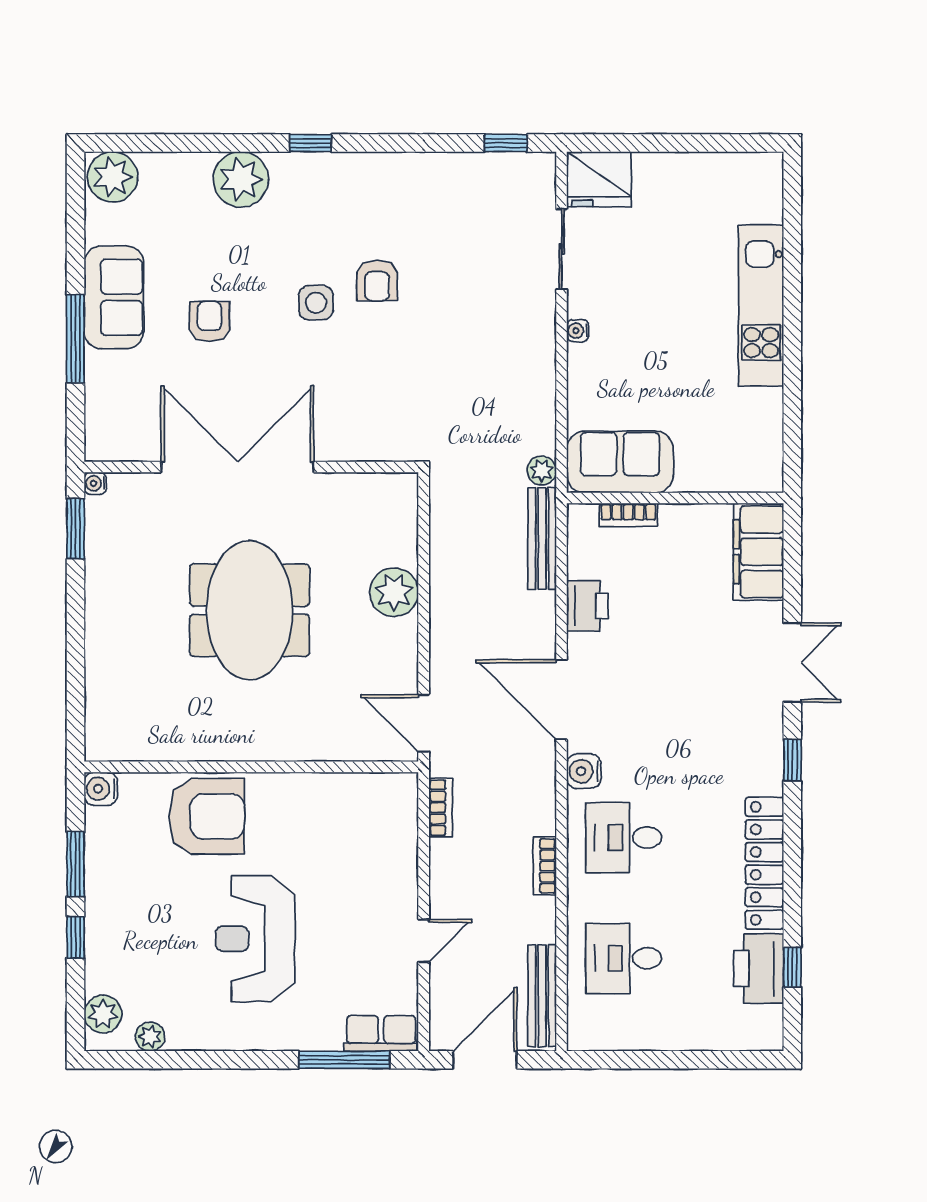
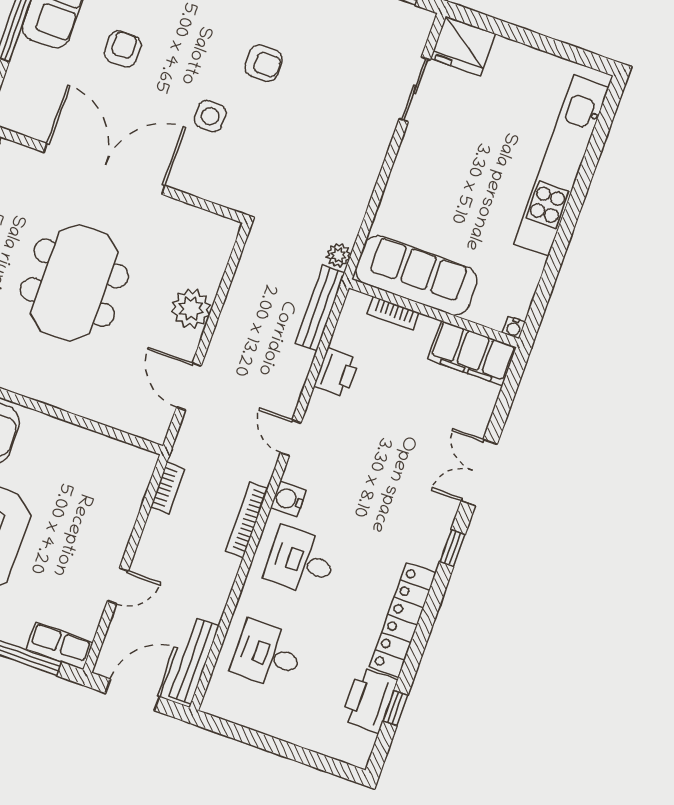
armchair: (377, 281) -> (263, 63), turned -90
side table: (316, 303) -> (210, 116), moved
kitchen unit: (761, 306) -> (561, 166), width x1.36
water cooler: (578, 331) -> (514, 328), moved, turned -90
sofa: (620, 462) -> (416, 276), width x1.36
filing cabinet: (759, 552) -> (472, 353), moved, turned -90
double door: (792, 663) -> (479, 473), swing flipped
door: (561, 700) -> (291, 438), width x0.53
door: (424, 723) -> (189, 387), moved
bookcase: (545, 866) -> (247, 520), moved, width x1.56

